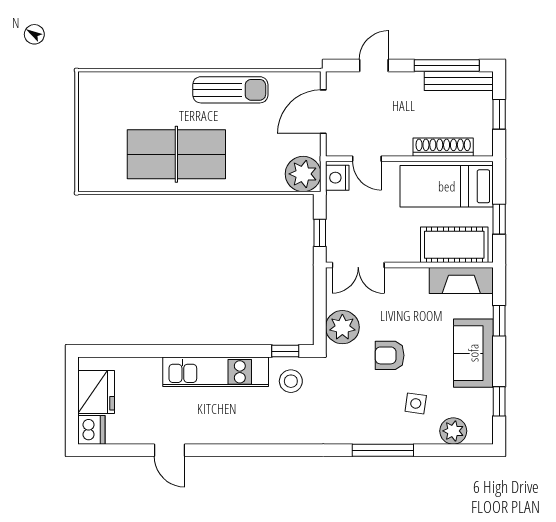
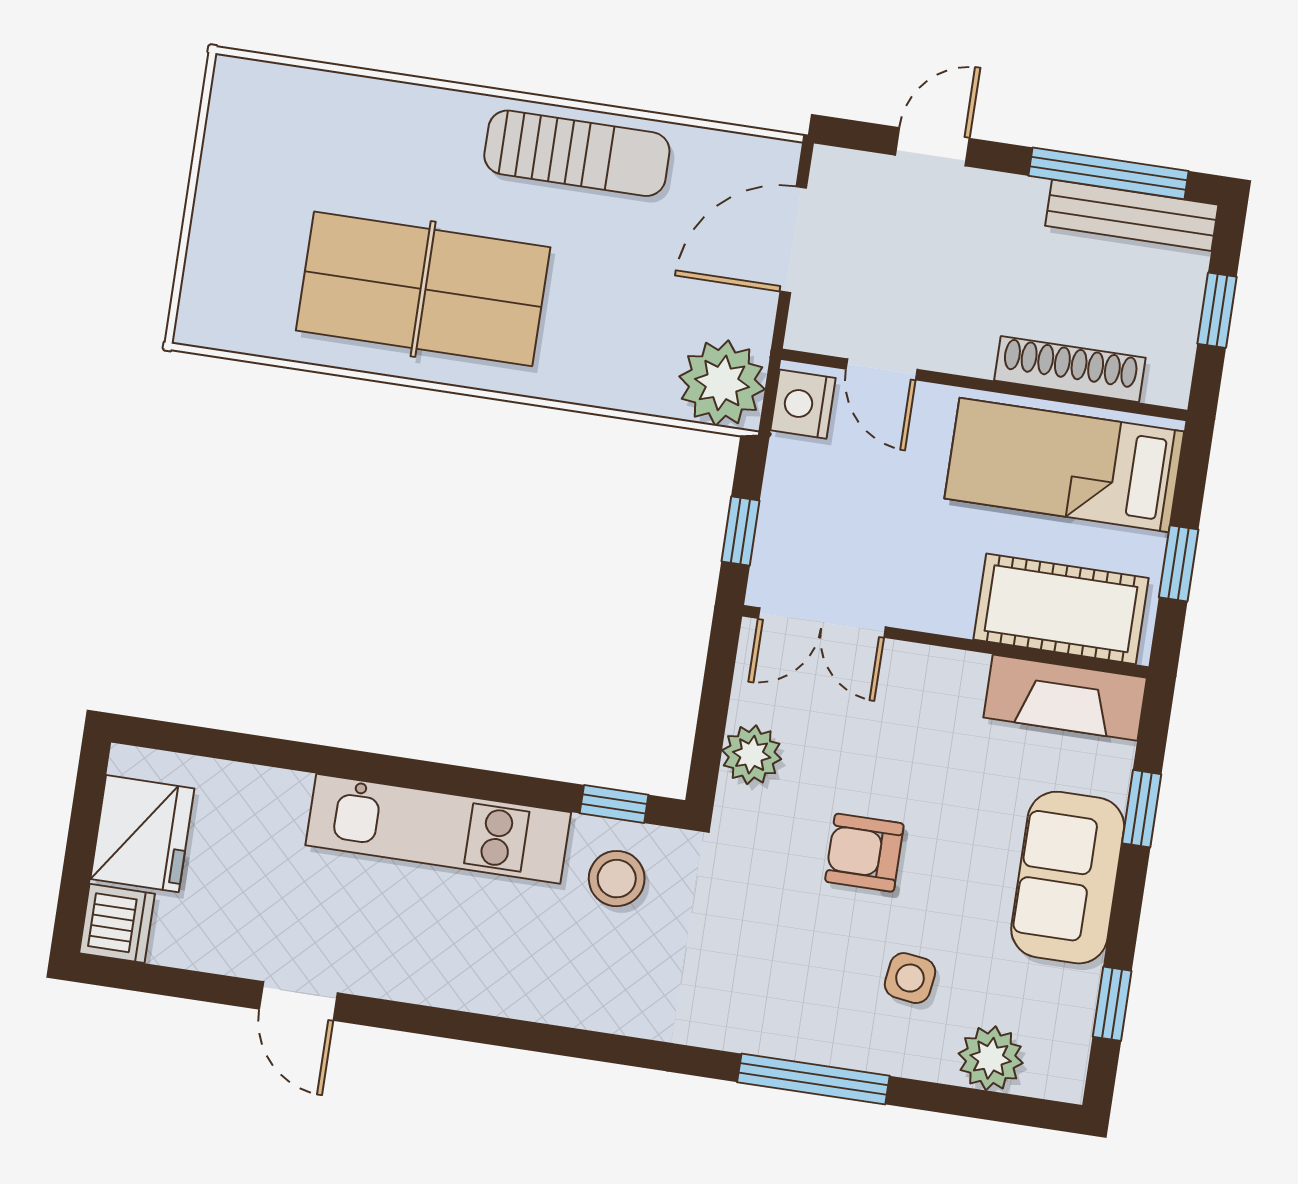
plant: (342, 327) -> (752, 755), width x0.73, depth x0.73

